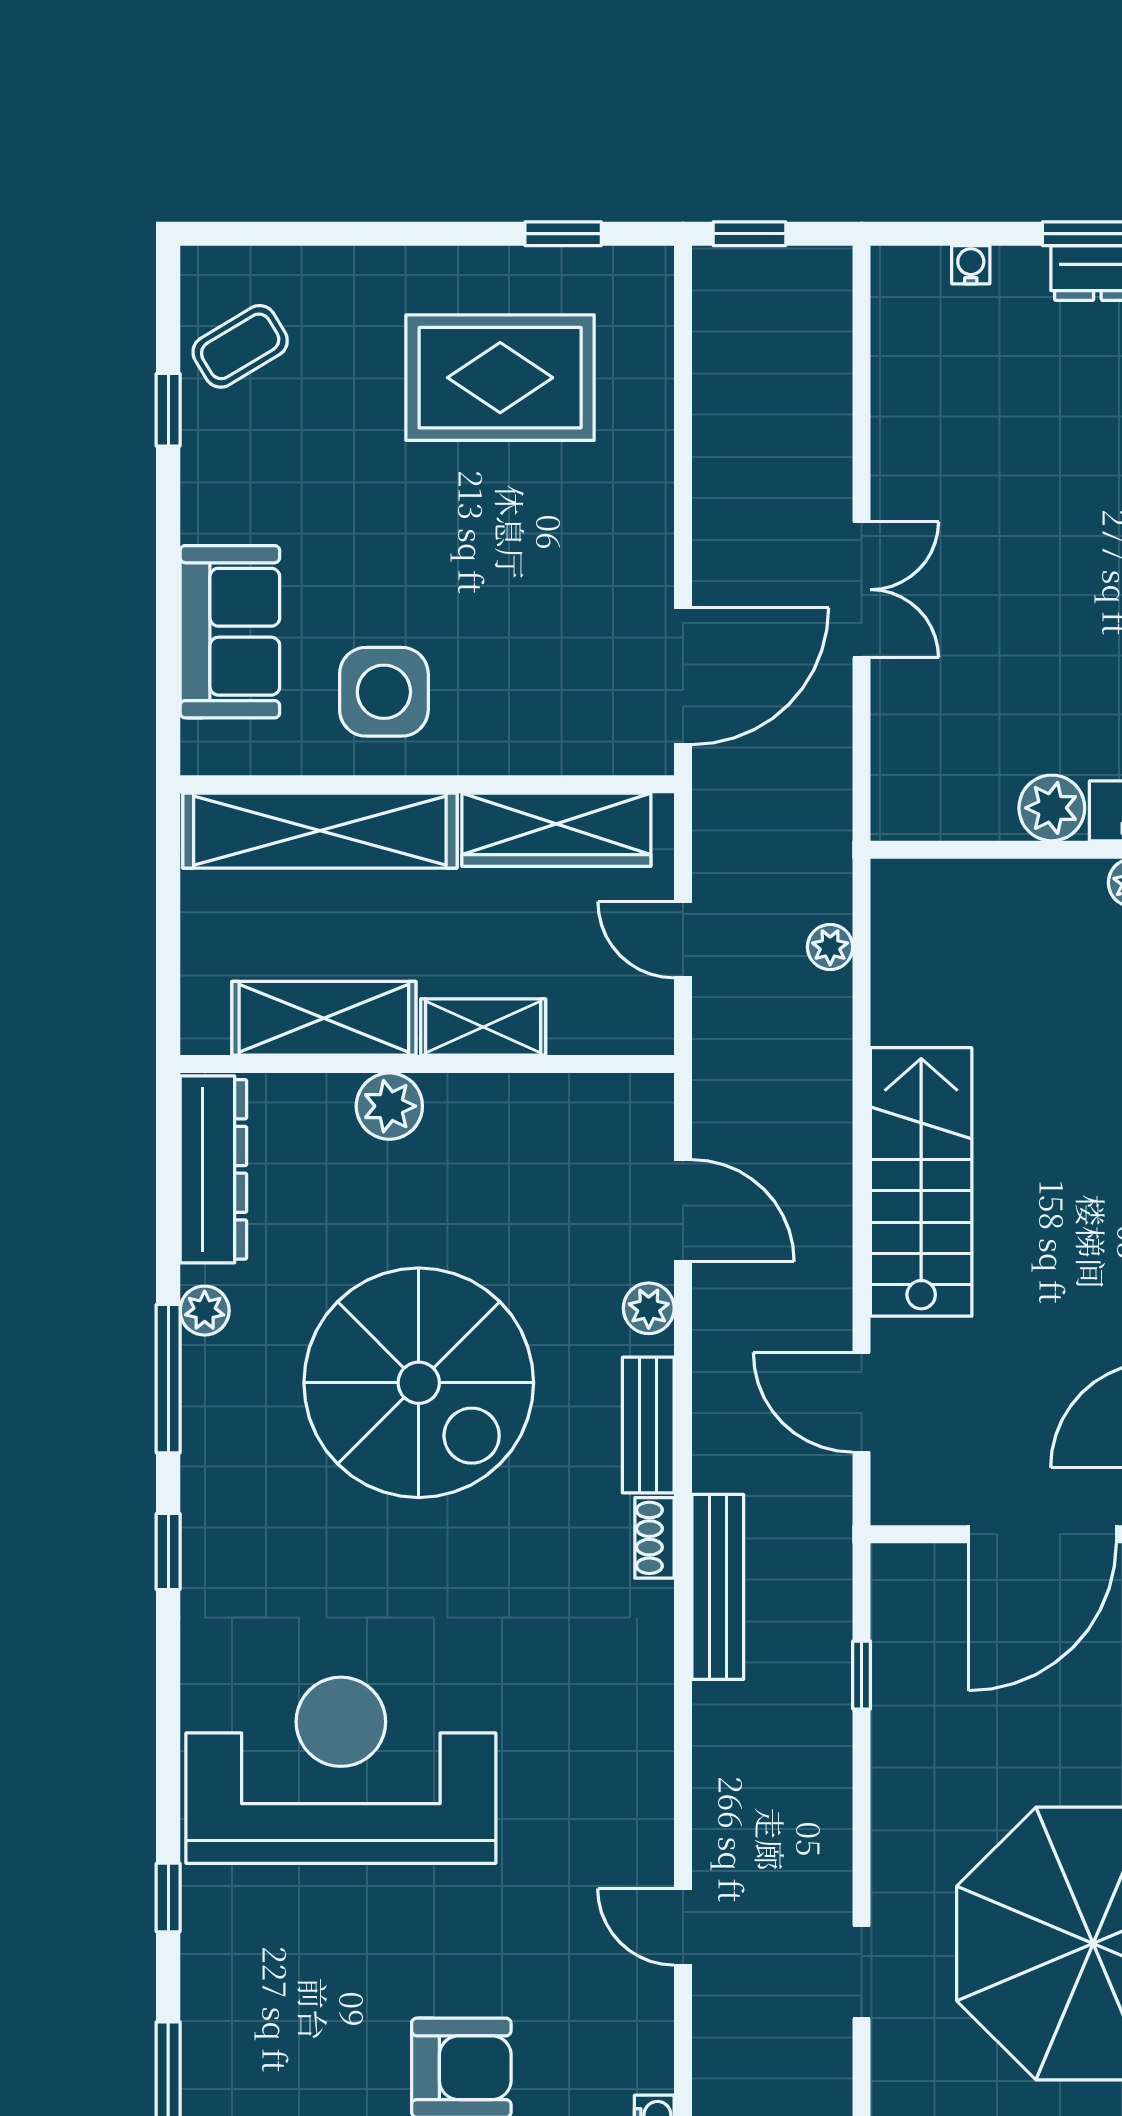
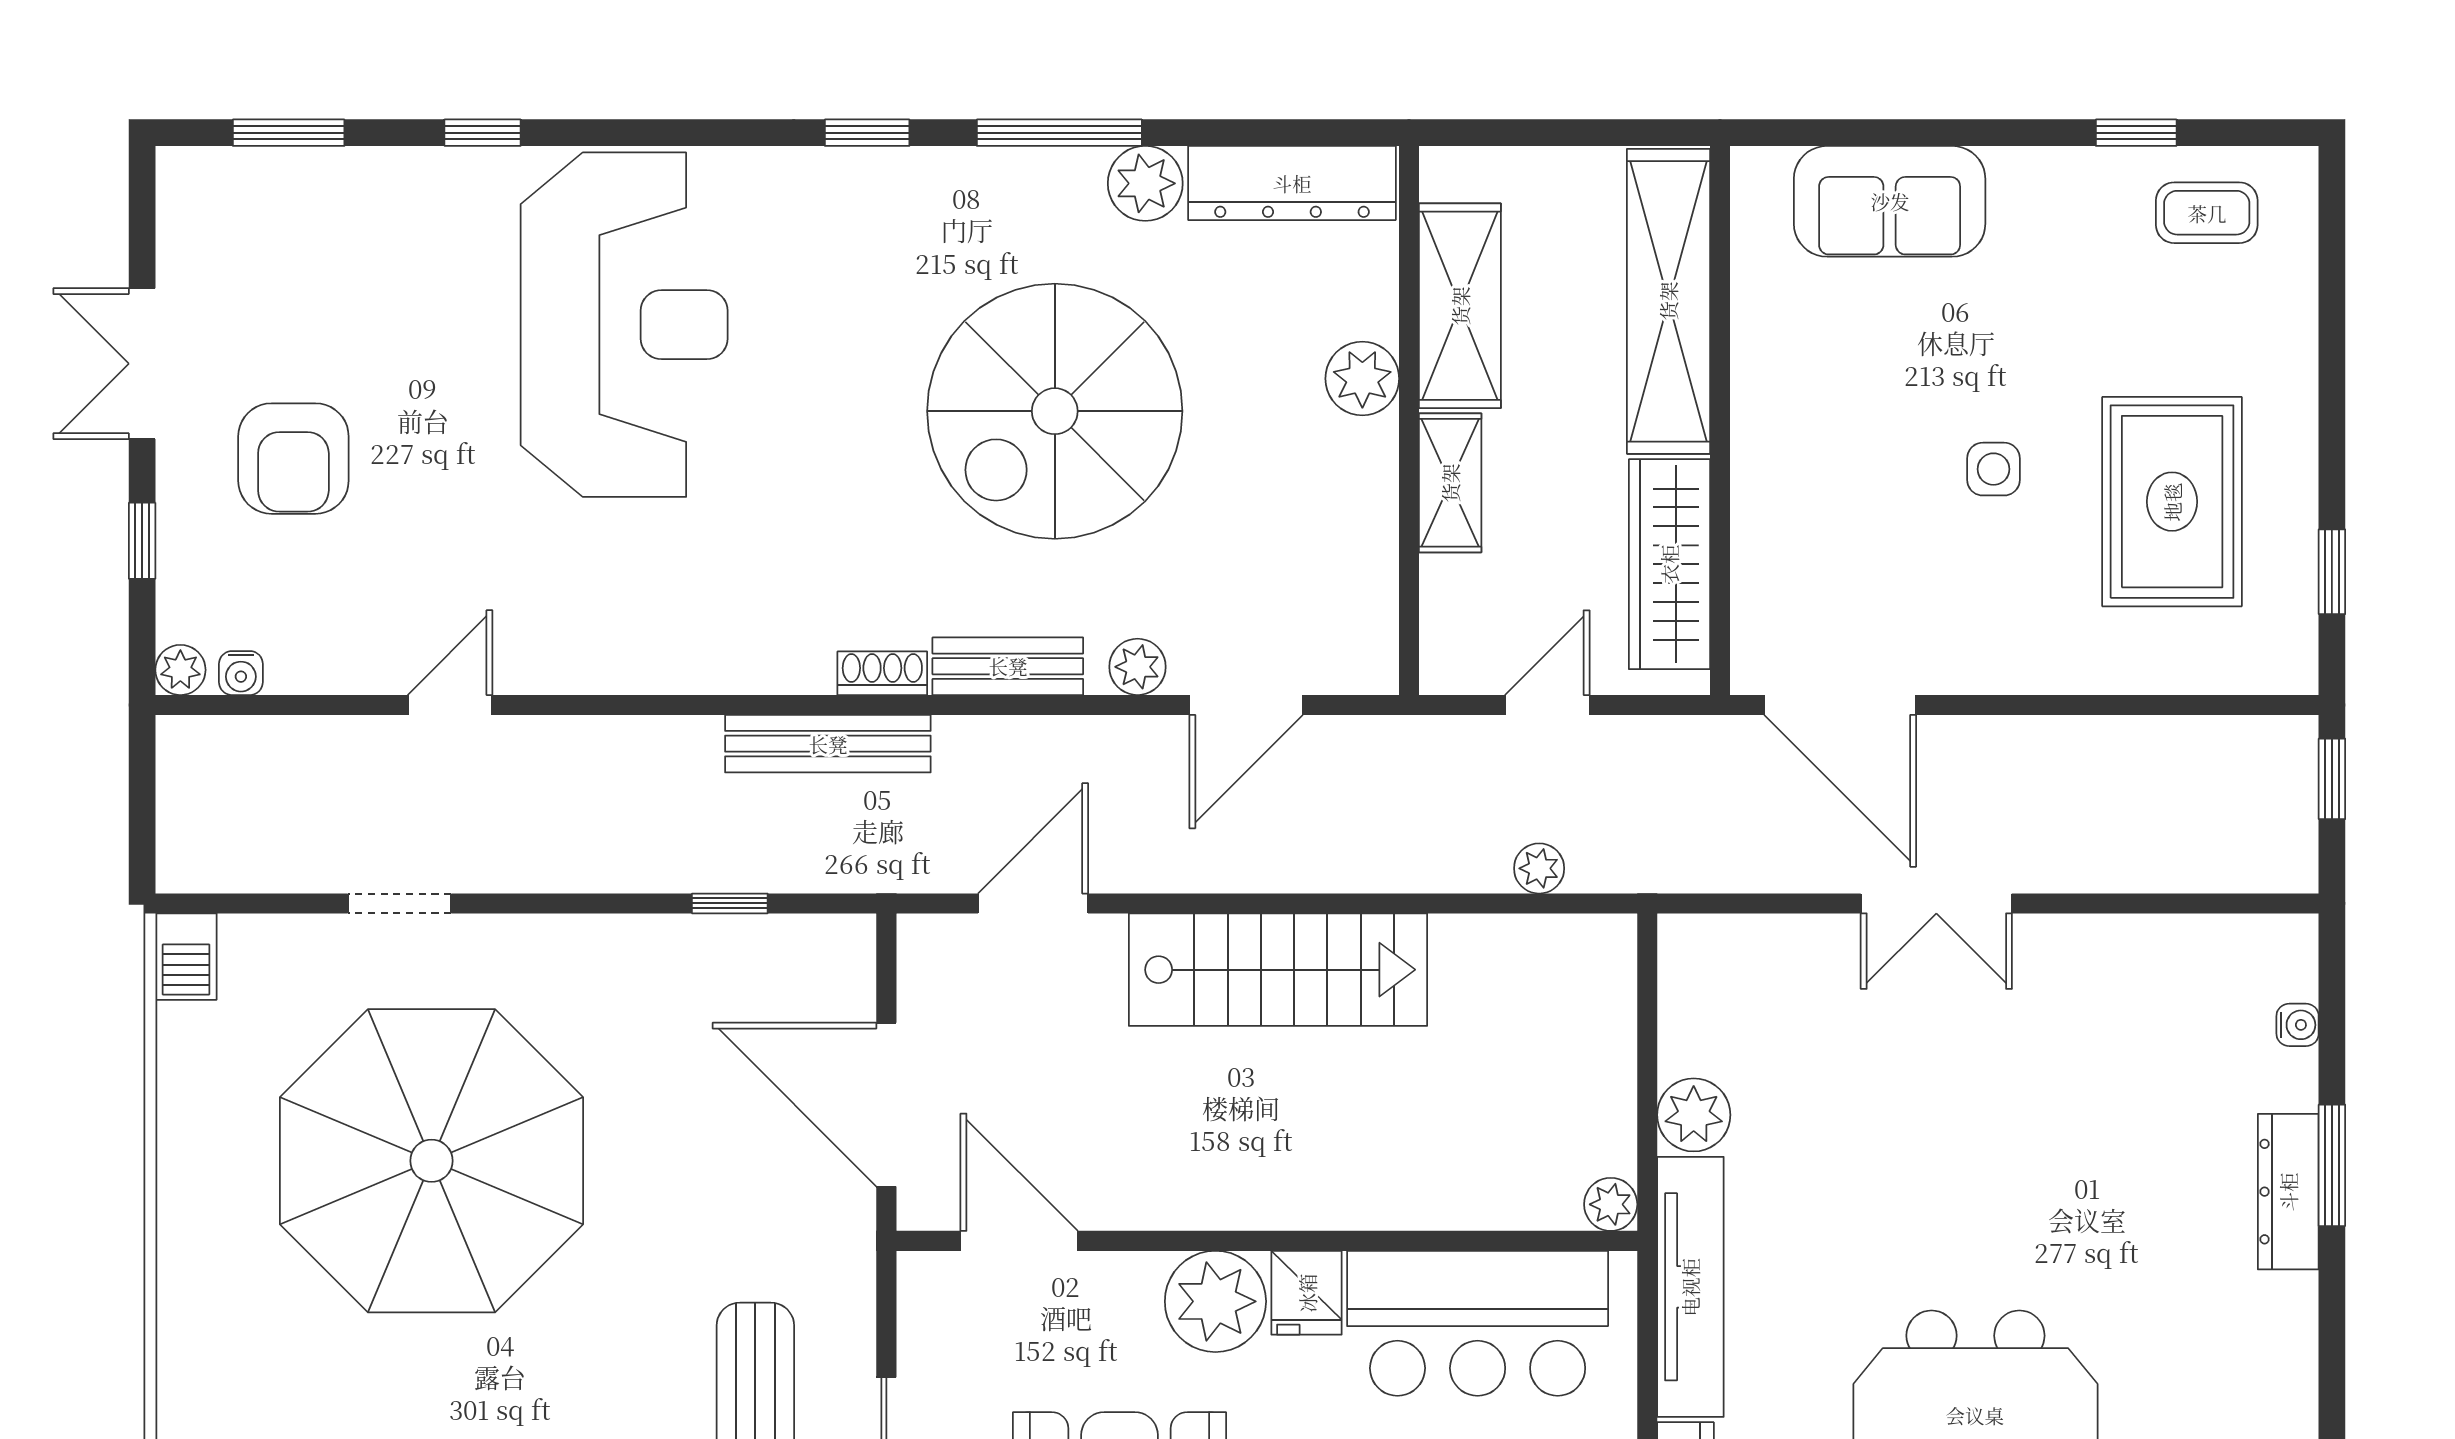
coffee table: (240, 346) -> (2207, 213), turned -59
side table: (384, 692) -> (1993, 469), moved, width x0.54, depth x0.54
plant: (205, 1311) -> (1145, 183), width x1.38, depth x1.38

